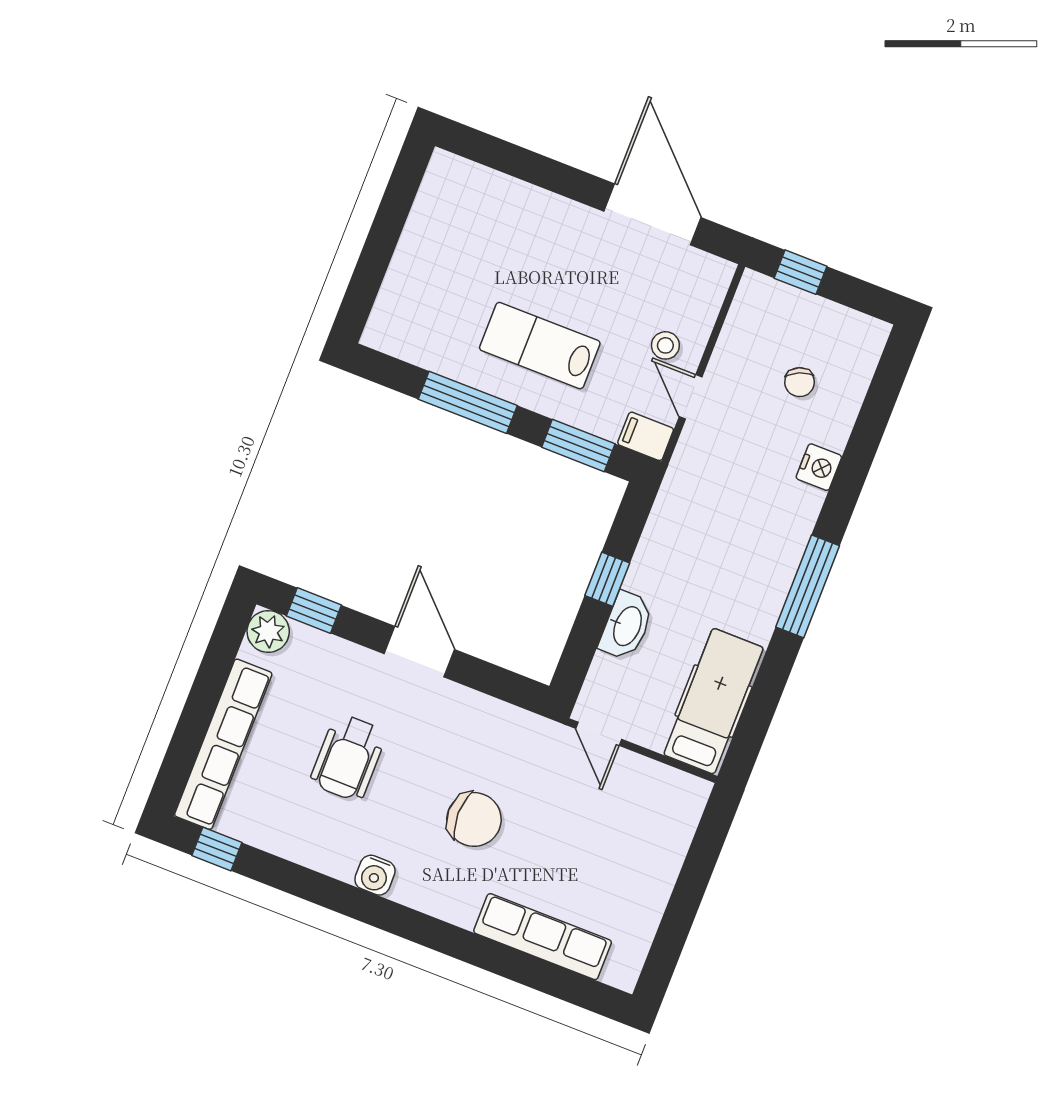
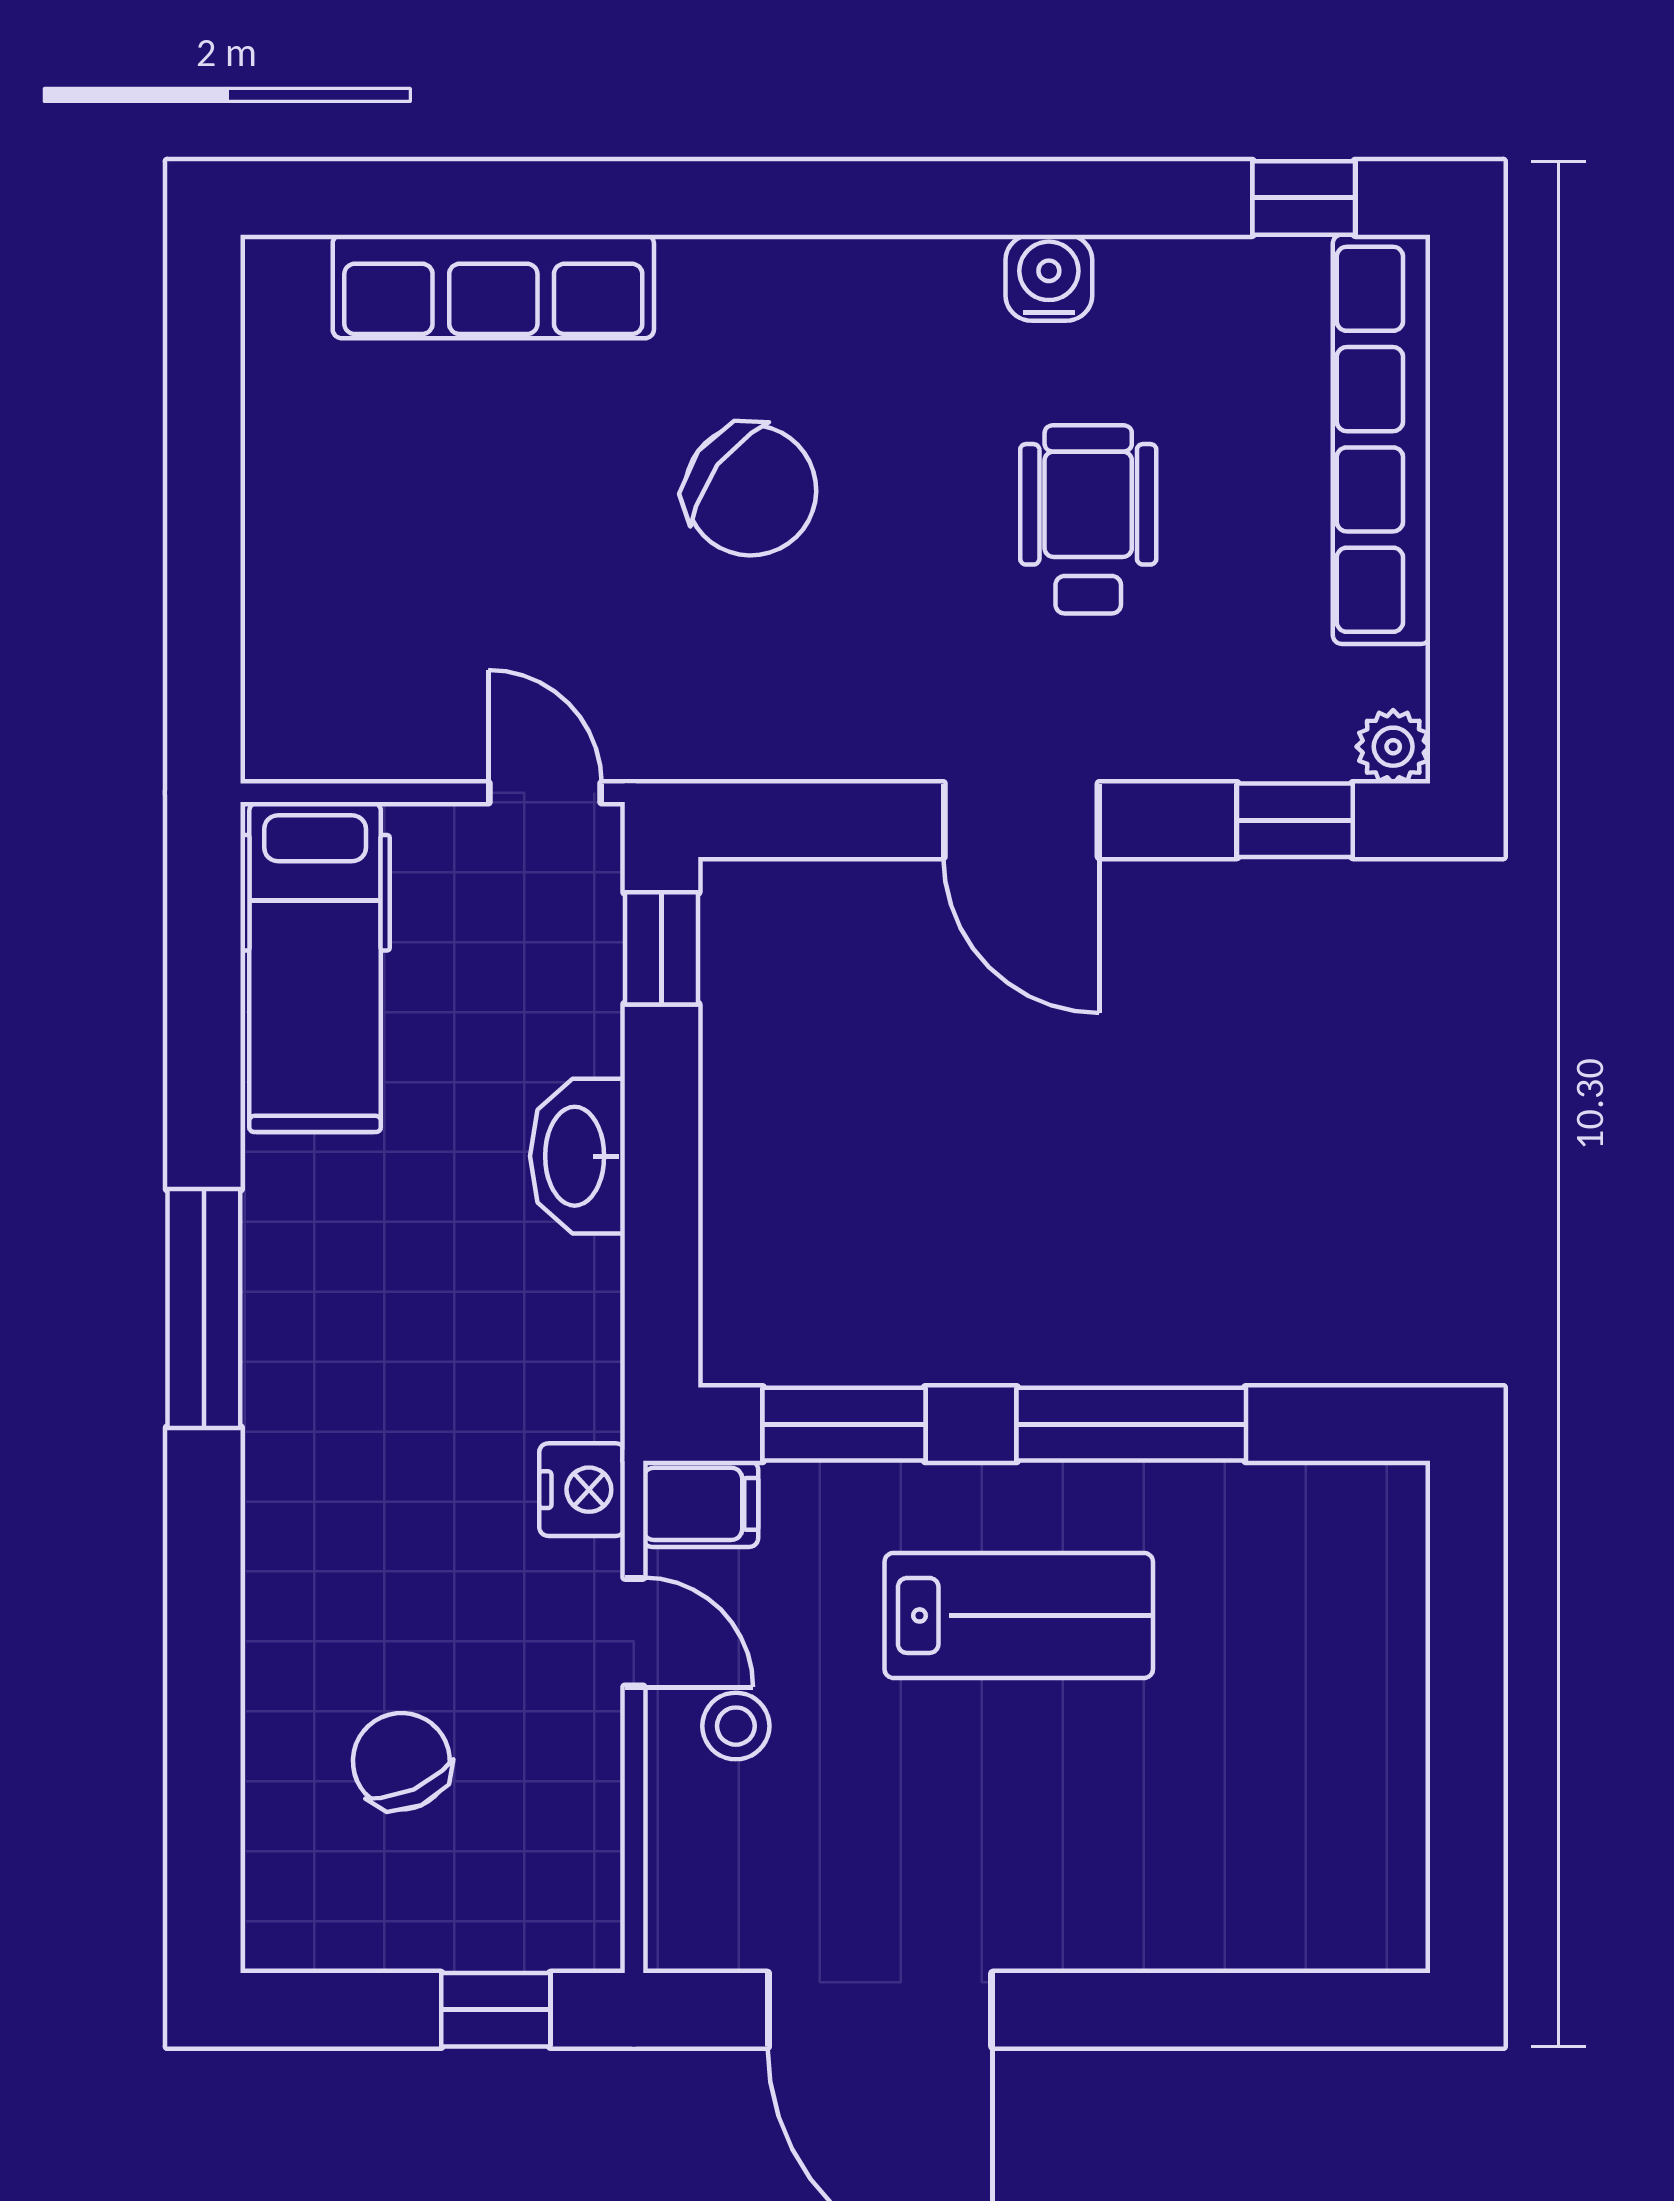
chair: (800, 382) -> (401, 1761), width x1.37, depth x1.37
nightstand: (819, 467) -> (582, 1490), moved, turned 180
window: (607, 579) -> (661, 948), moved
washbasin: (626, 626) -> (577, 1156), moved
plant: (268, 631) -> (1393, 747), width x0.73, depth x0.73
chair: (474, 819) -> (751, 490), turned -143
water cooler: (375, 875) -> (1049, 278), moved

